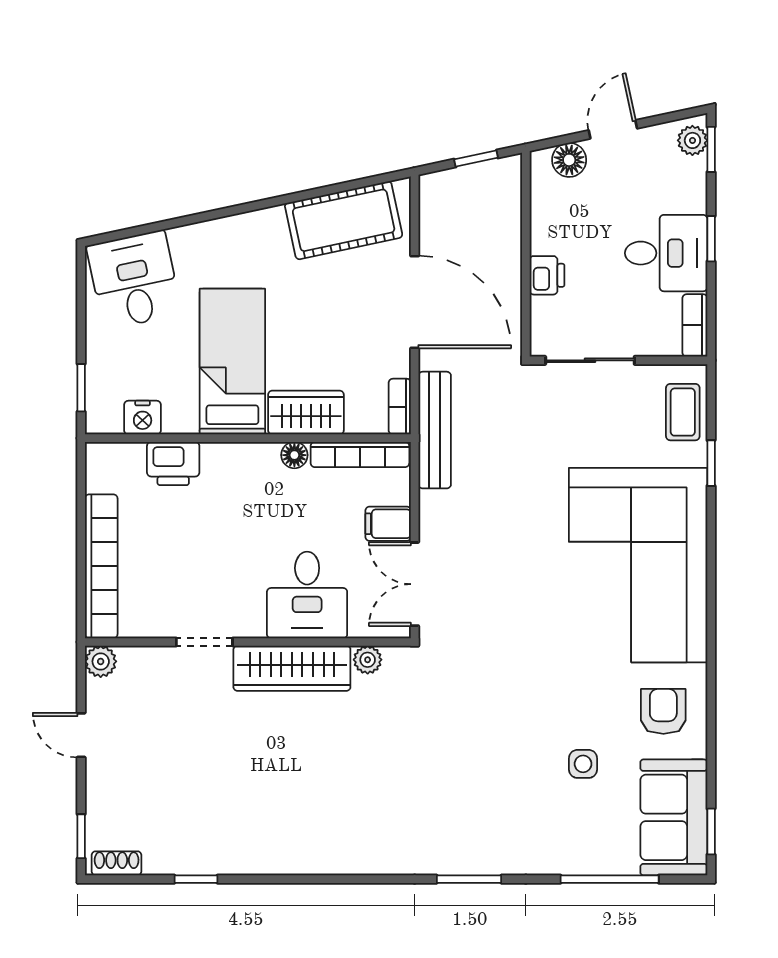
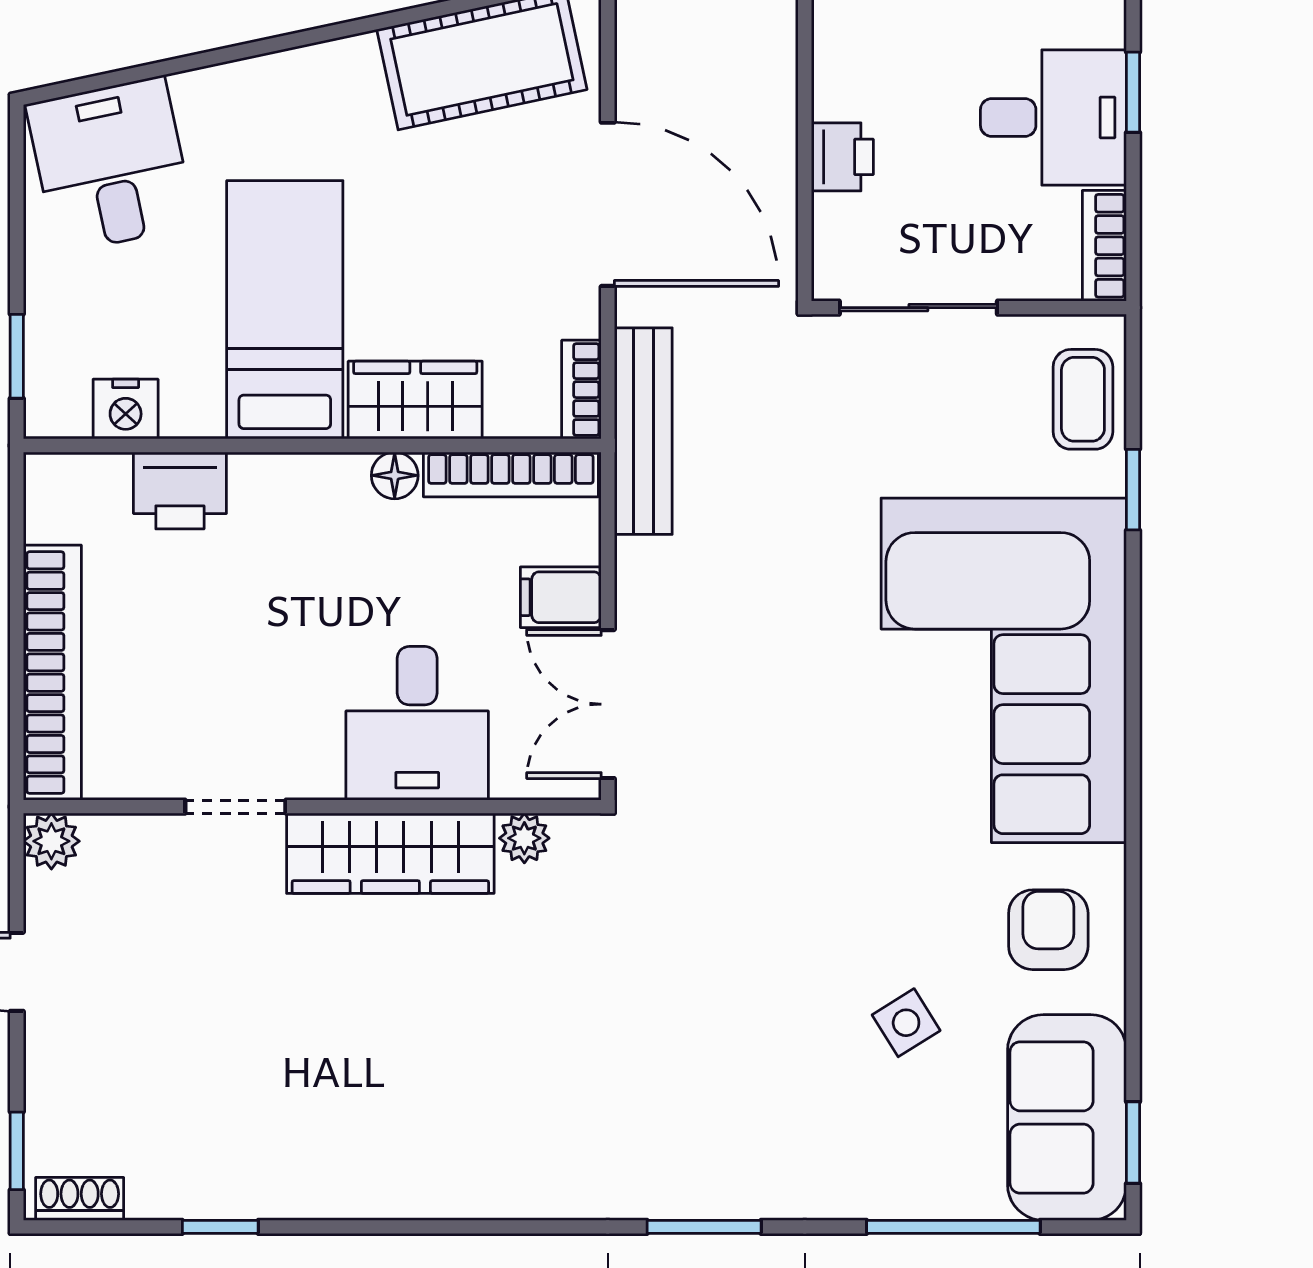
side table: (583, 764) -> (906, 1023), turned -32

